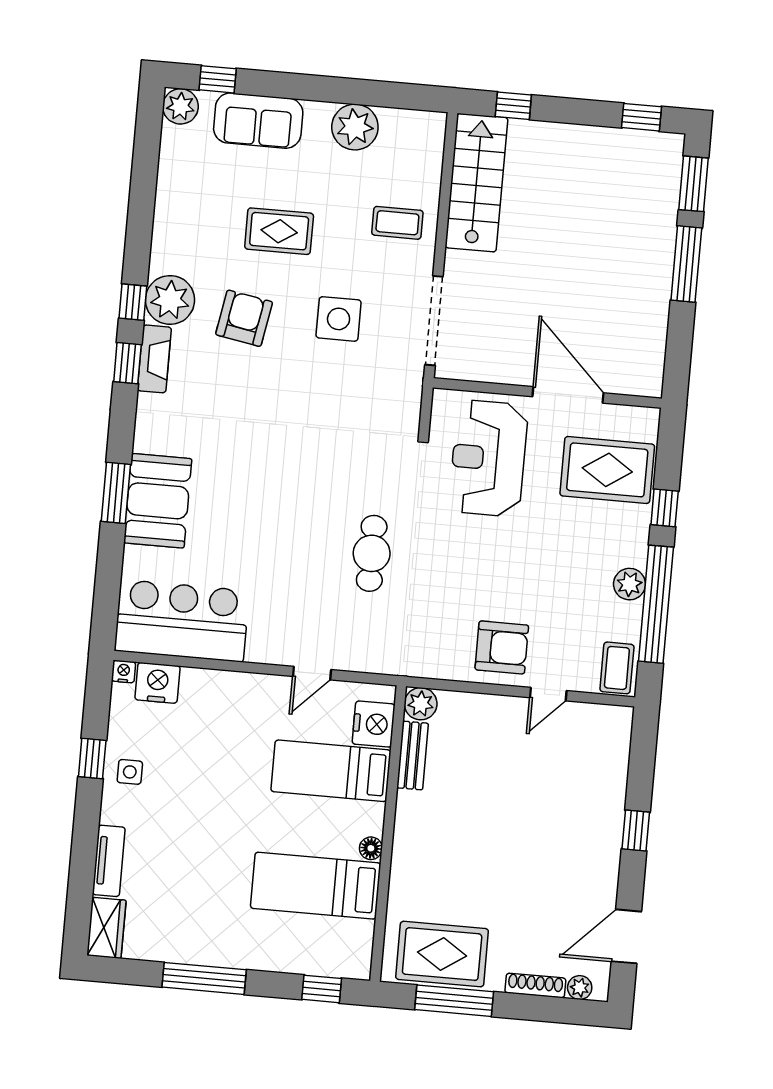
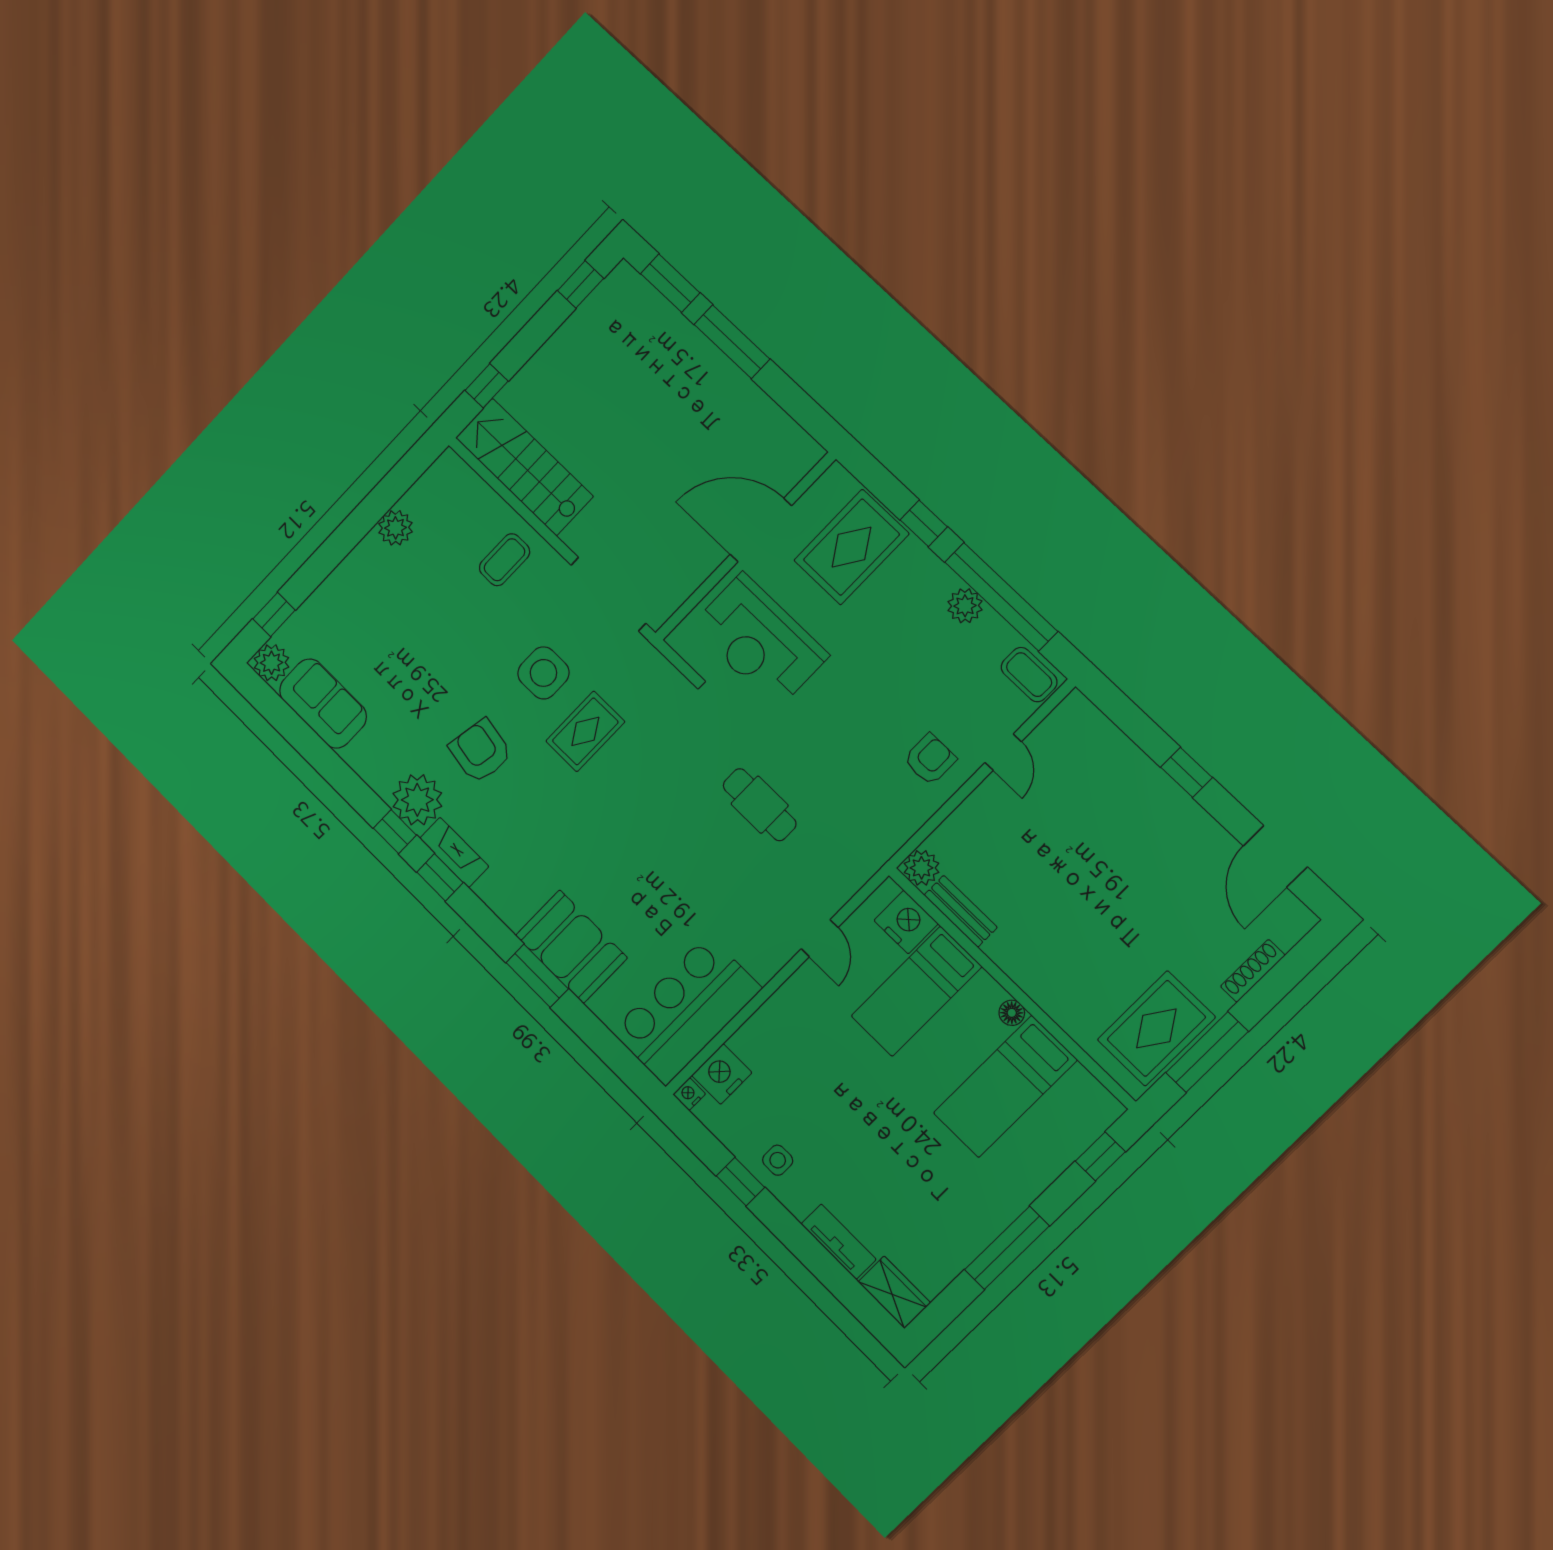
sofa: (258, 121) -> (323, 704), moved, turned -90
plant: (355, 127) -> (395, 528), width x0.73, depth x0.73
rug: (279, 231) -> (585, 731), moved
armchair: (502, 647) -> (930, 759), width x0.72, depth x0.72
plant: (580, 988) -> (1287, 934), removed

